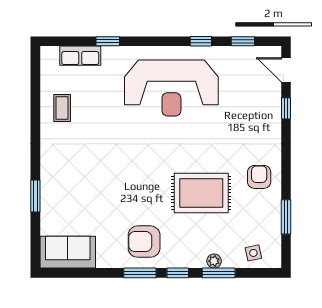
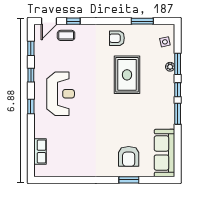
window: (108, 41) -> (31, 106), moved
reception desk: (171, 88) -> (61, 94), width x0.74, depth x0.77
coffee table: (62, 108) -> (66, 35), moved
armchair: (144, 242) -> (129, 156), moved
sofa: (68, 252) -> (164, 153), width x1.36

